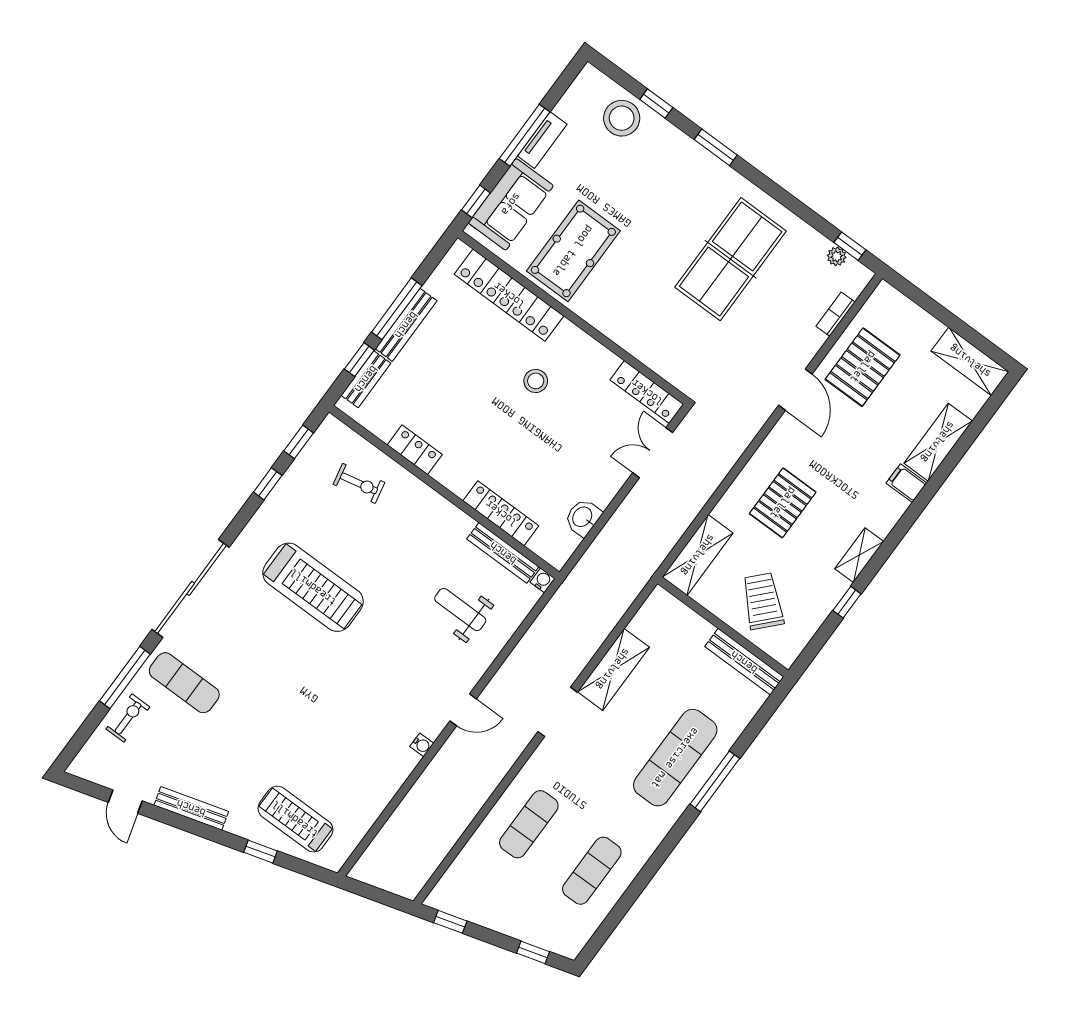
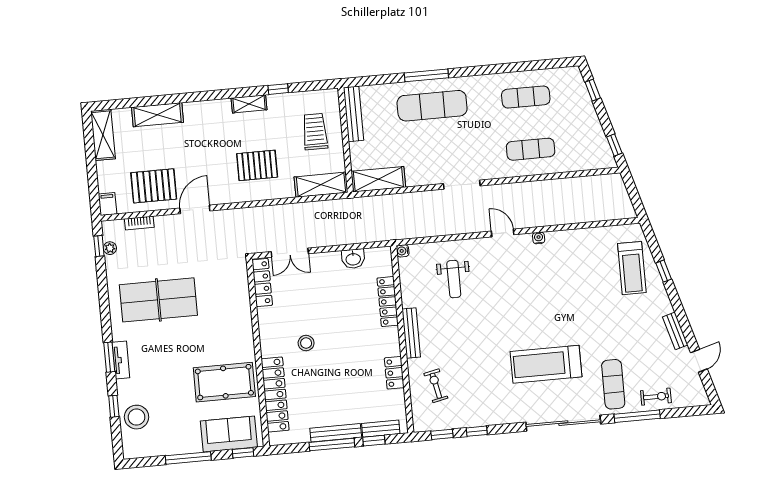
tv unit: (542, 140) -> (121, 360), moved, turned 90
filing cabinet: (906, 483) -> (108, 204), moved, turned 180
bench: (503, 553) -> (411, 333), moved
treadmill: (313, 587) -> (546, 364), moved, turned -90
trolley: (763, 601) -> (315, 132), turned 137
shelving: (613, 669) -> (378, 179), moved
exercise bike: (128, 718) -> (656, 397), turned 180
bench: (191, 808) -> (675, 331), width x0.73

